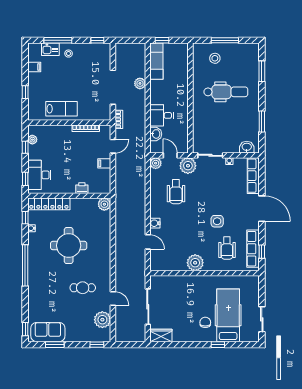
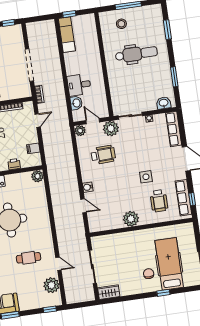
plant: (140, 83) -> (54, 58), removed
filing cabinet: (104, 163) -> (33, 148), moved
wheelchair: (176, 192) -> (103, 155), turned -92

